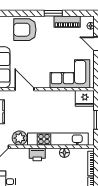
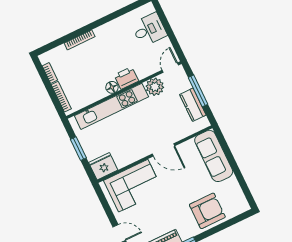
door: (24, 89) -> (163, 150), moved
floor lamp: (64, 153) -> (112, 87), moved

